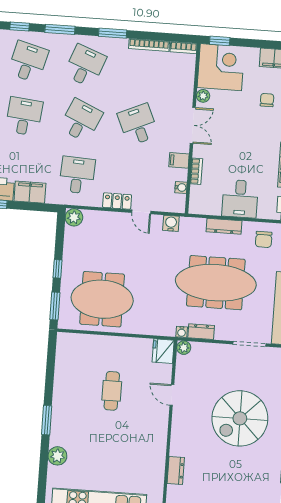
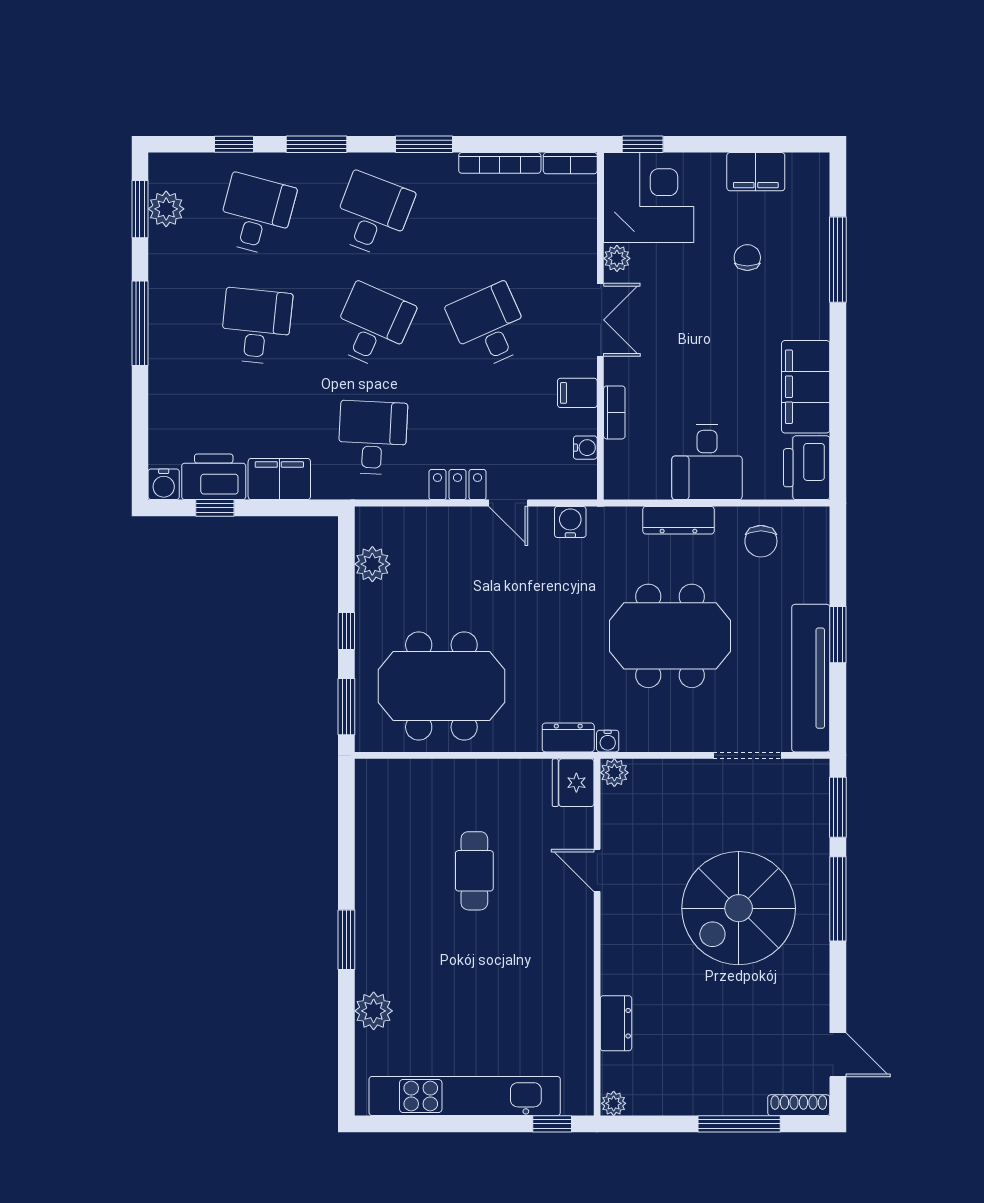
plant: (74, 217) -> (372, 564), moved
meeting table: (216, 283) -> (670, 636), width x0.73
dresser: (201, 332) -> (568, 737), moved

